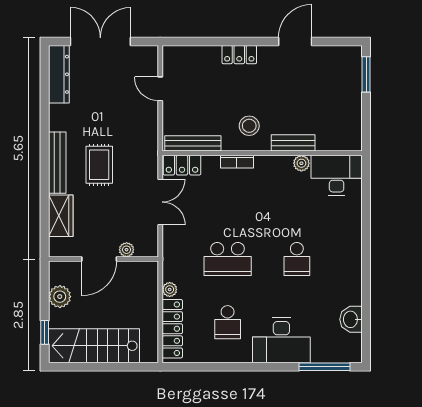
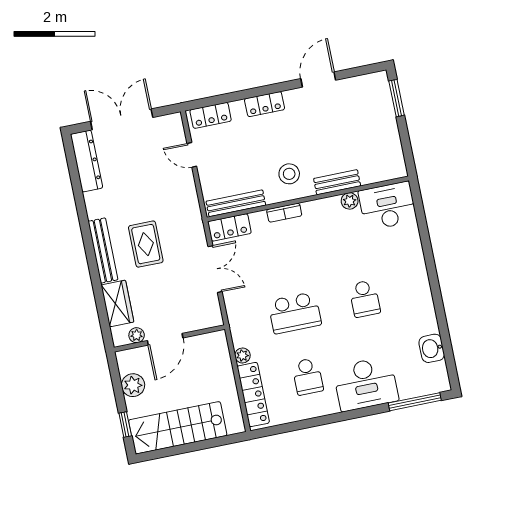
locker: (186, 55) -> (211, 115), added
plant: (127, 250) -> (137, 335), moved

